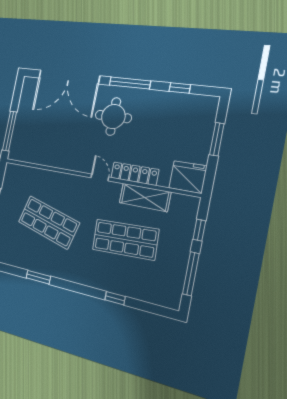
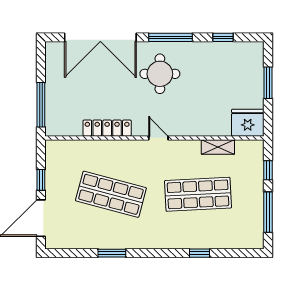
locker: (135, 174) -> (107, 128), moved
shelving: (145, 197) -> (218, 147), width x0.67, depth x0.75

